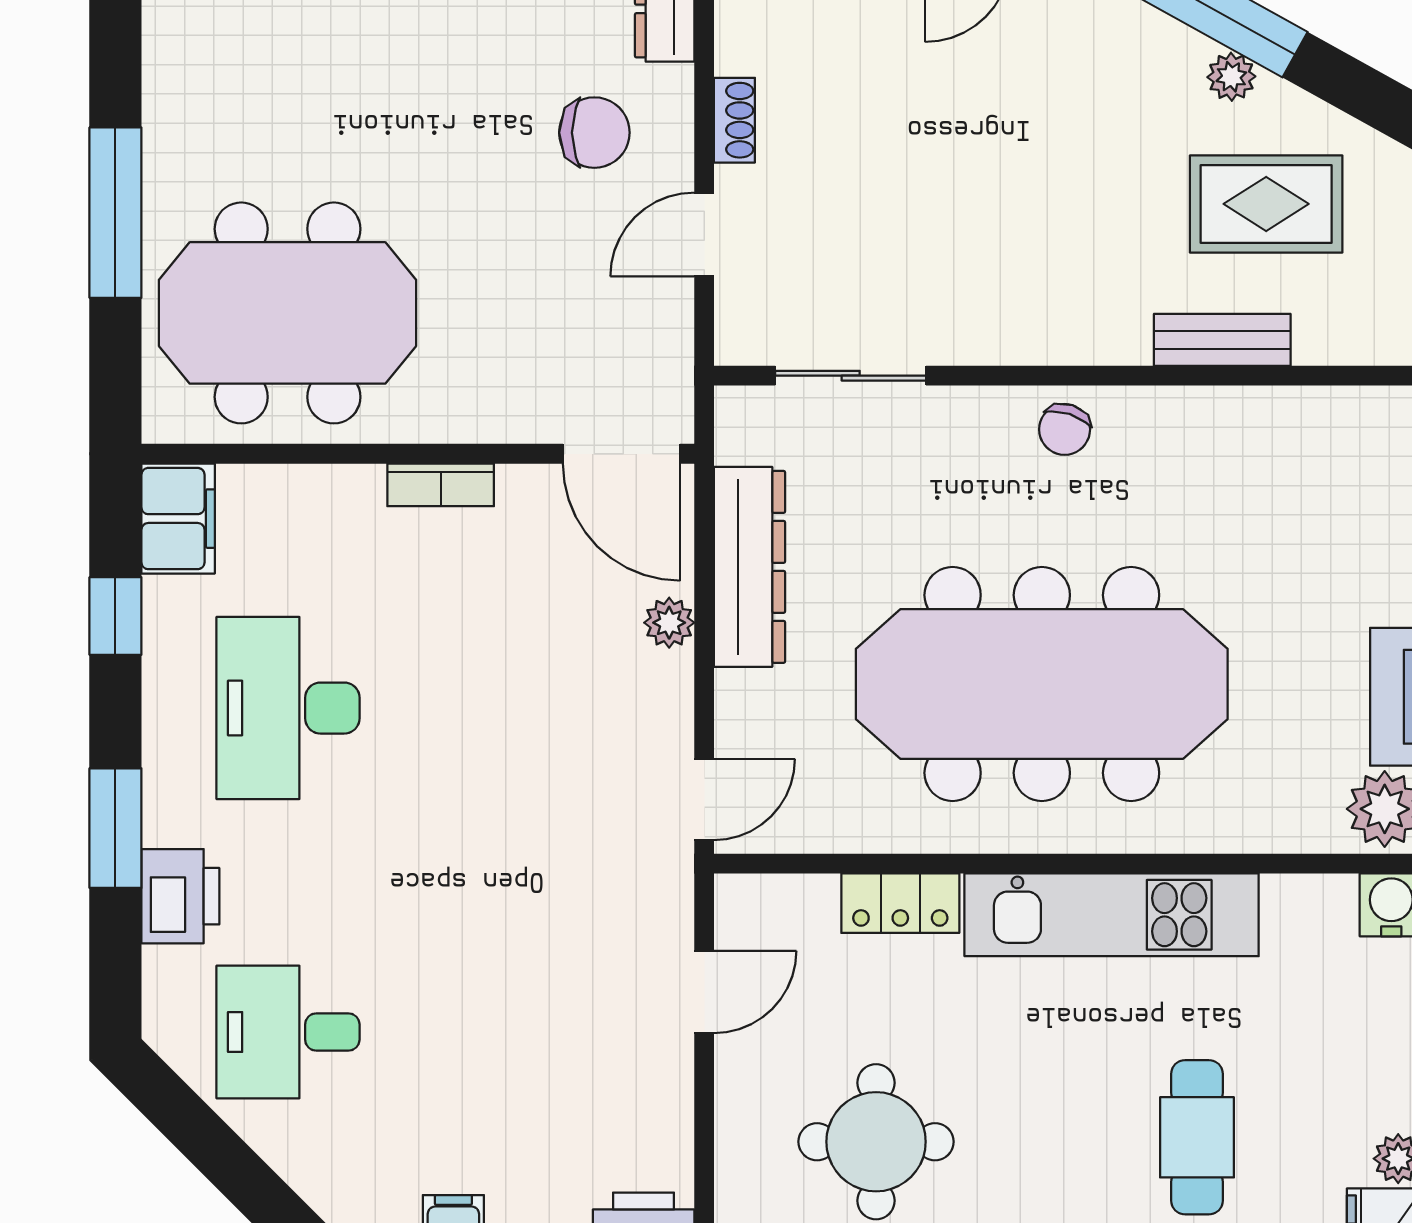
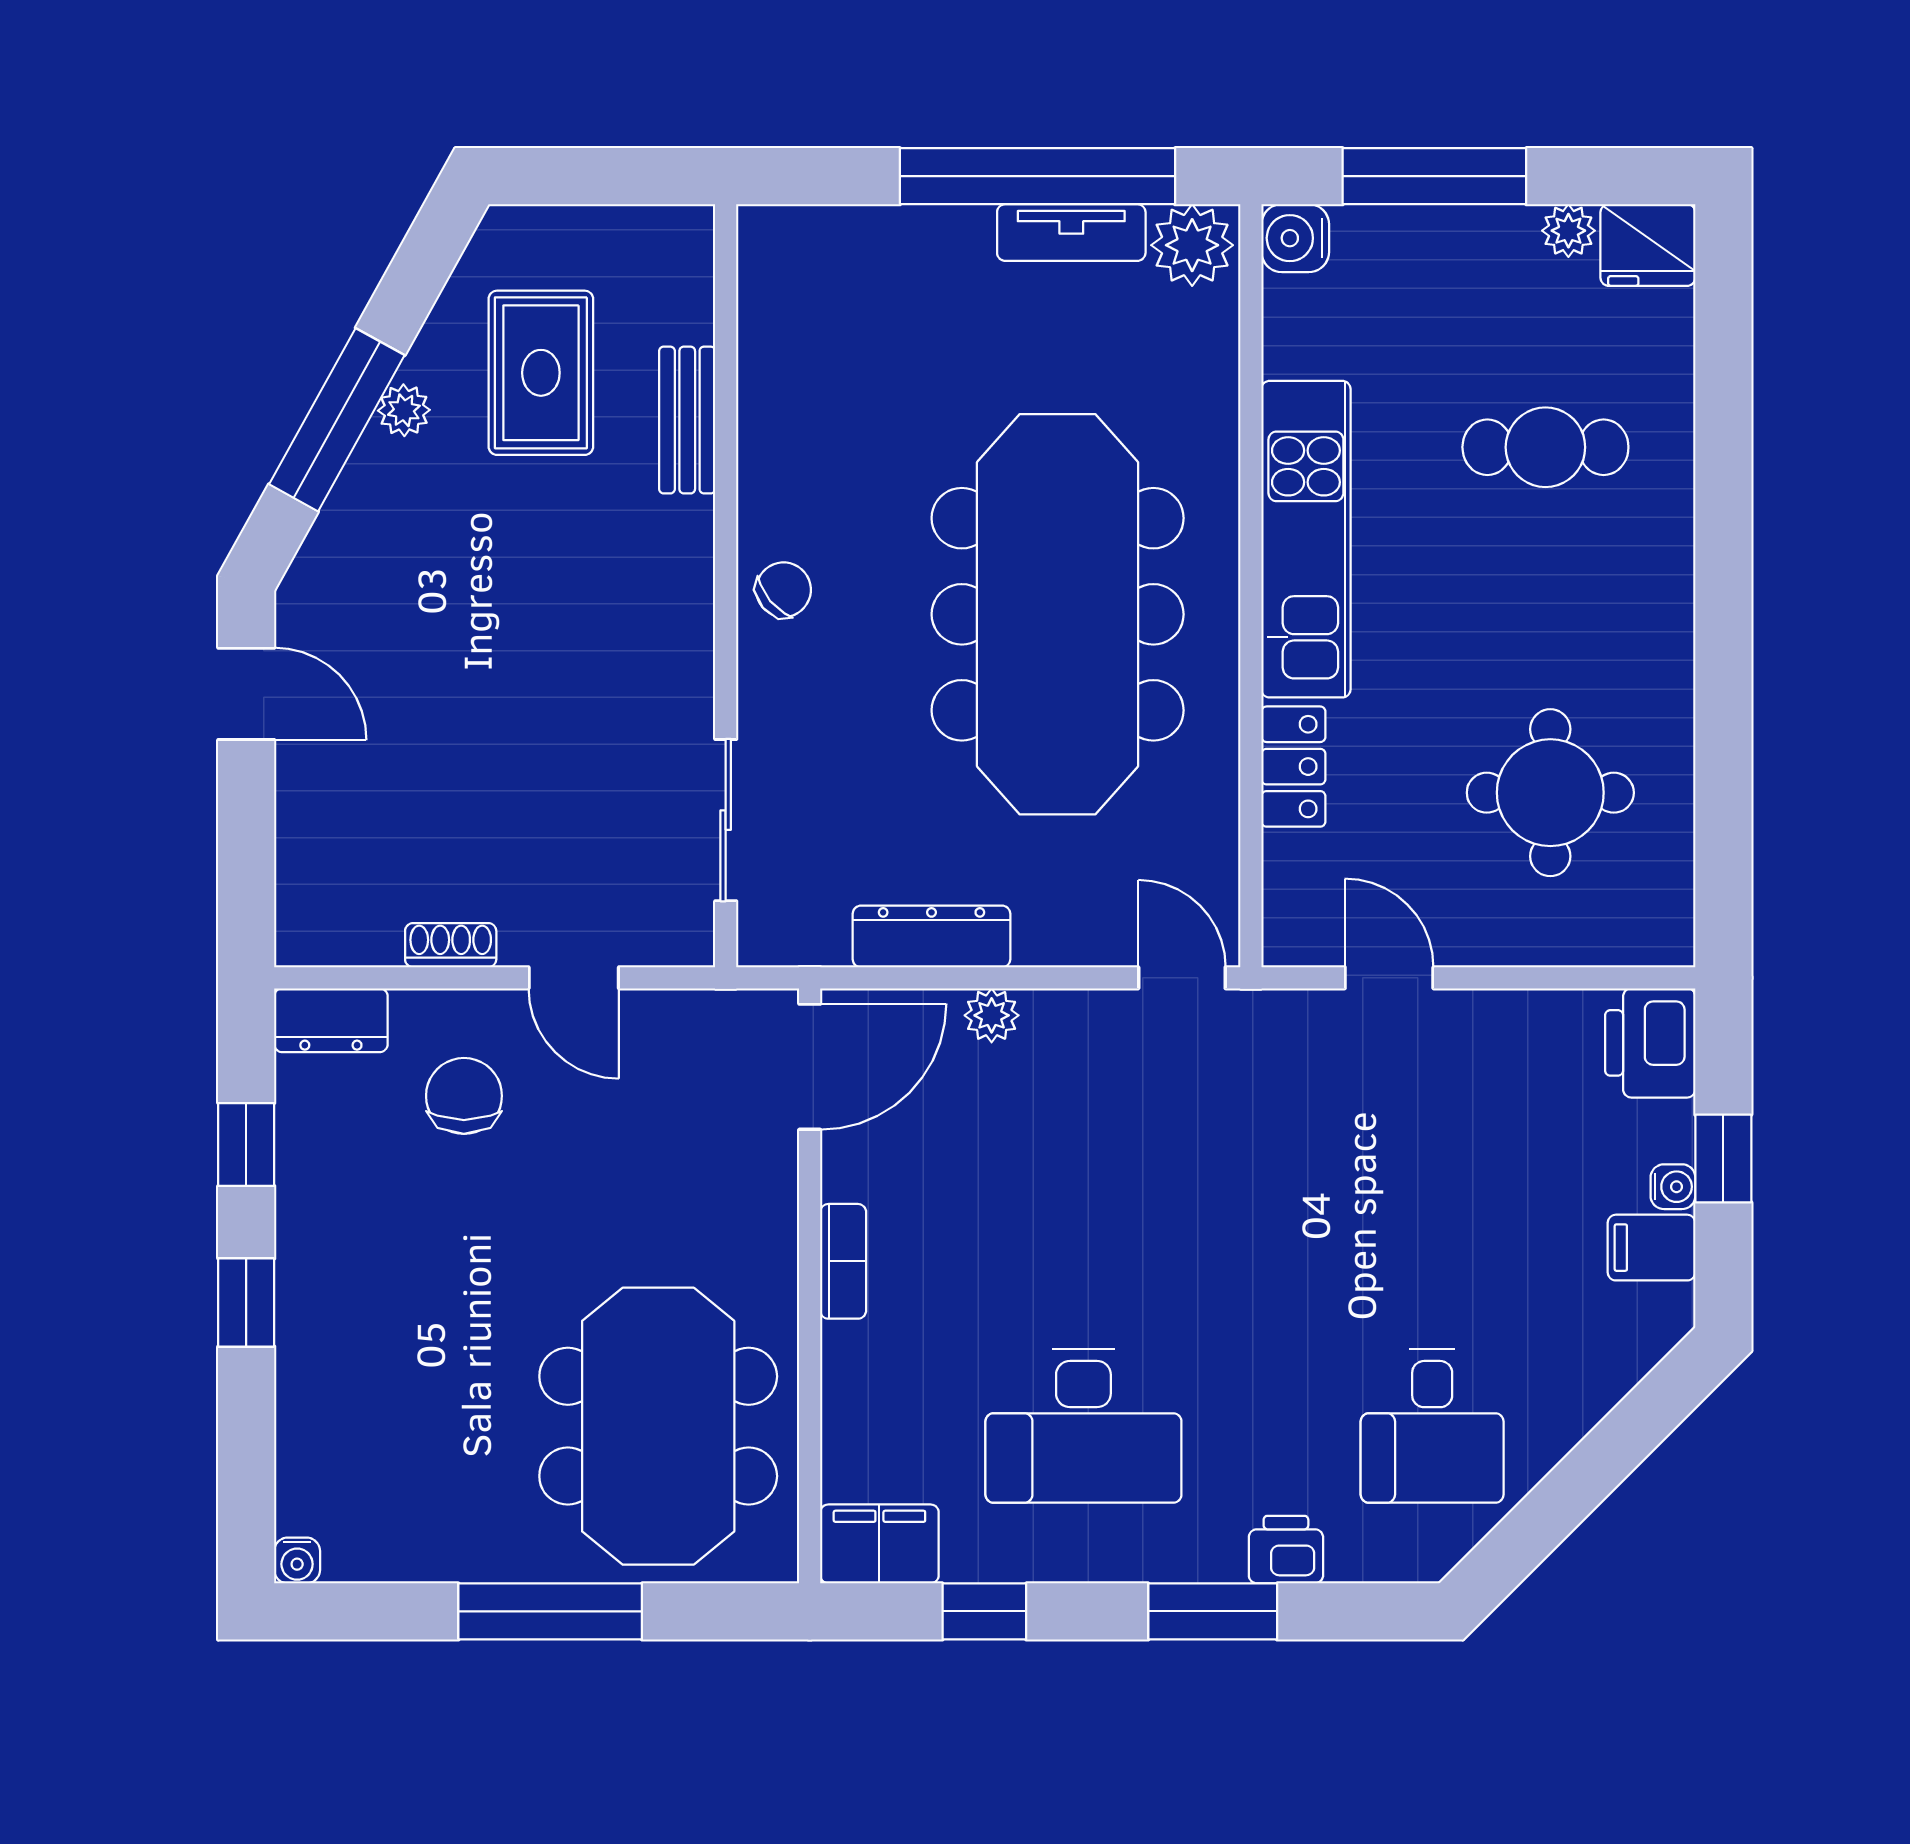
chair: (1065, 429) -> (784, 590), turned -58
dresser: (749, 567) -> (931, 936), width x0.73, depth x0.80
printer: (180, 896) -> (1286, 1550), width x0.73, depth x0.81

